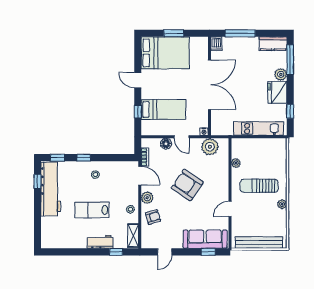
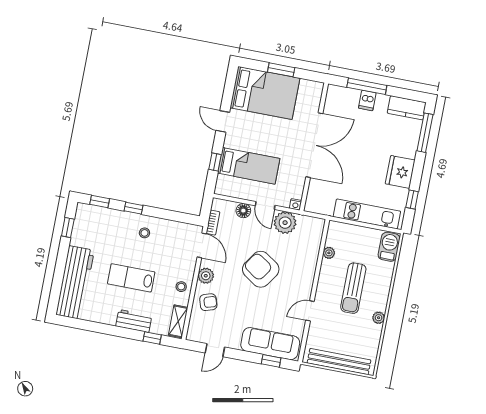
dishwasher: (216, 44) -> (367, 100), moved
plant: (281, 74) -> (409, 150), removed
plant: (210, 147) -> (285, 223), moved
barbecue: (280, 150) -> (389, 247), added
sun lounger: (259, 186) -> (353, 288), turned -90
workbench: (51, 189) -> (75, 282), moved

